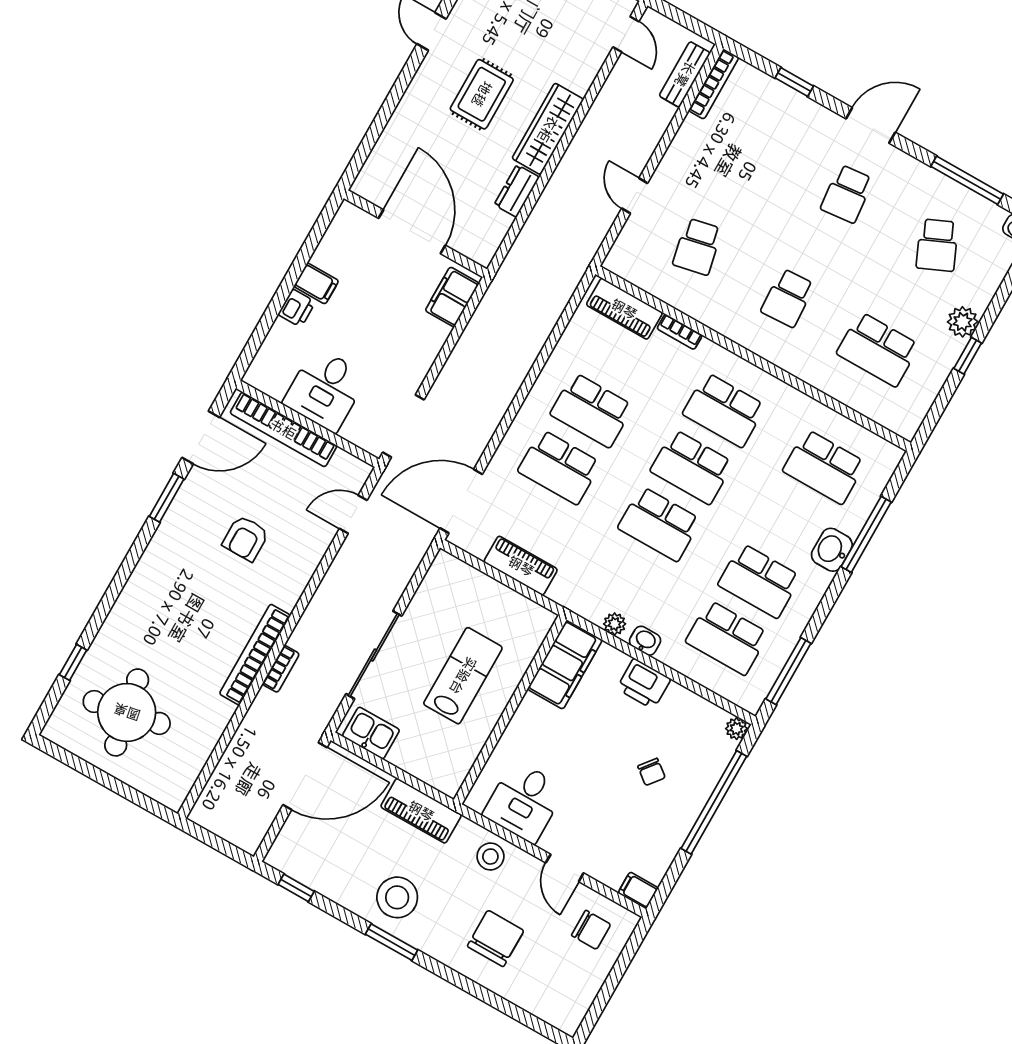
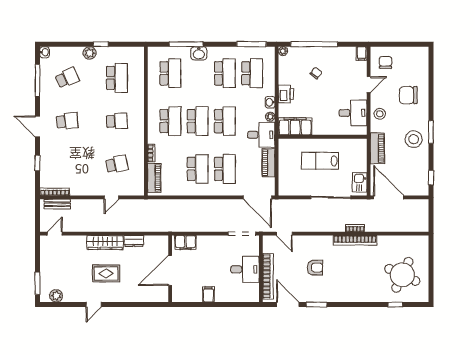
printer: (297, 308) -> (221, 296), removed
desk: (587, 584) -> (261, 135), added
round table: (127, 712) -> (402, 275), turned 36

